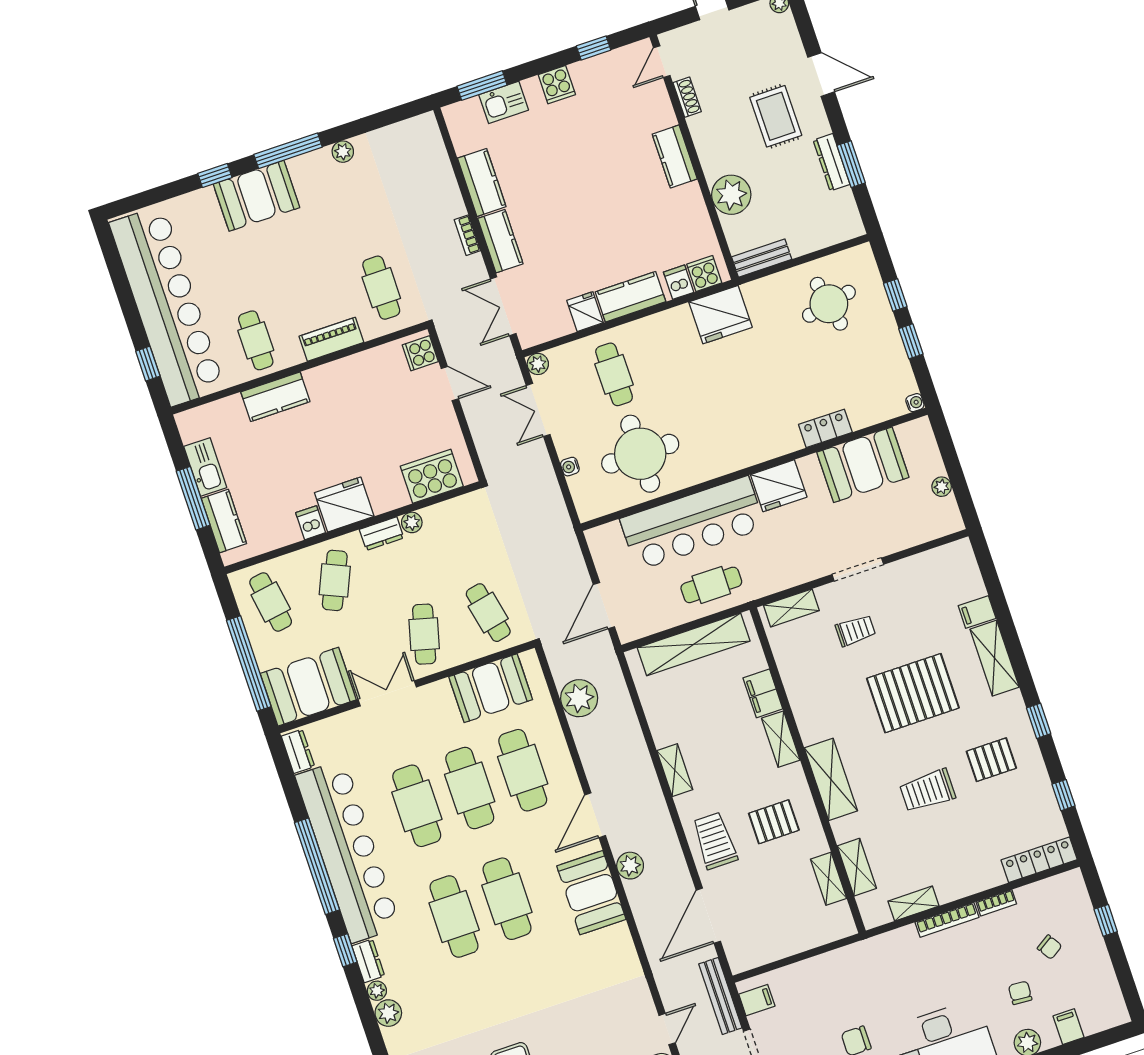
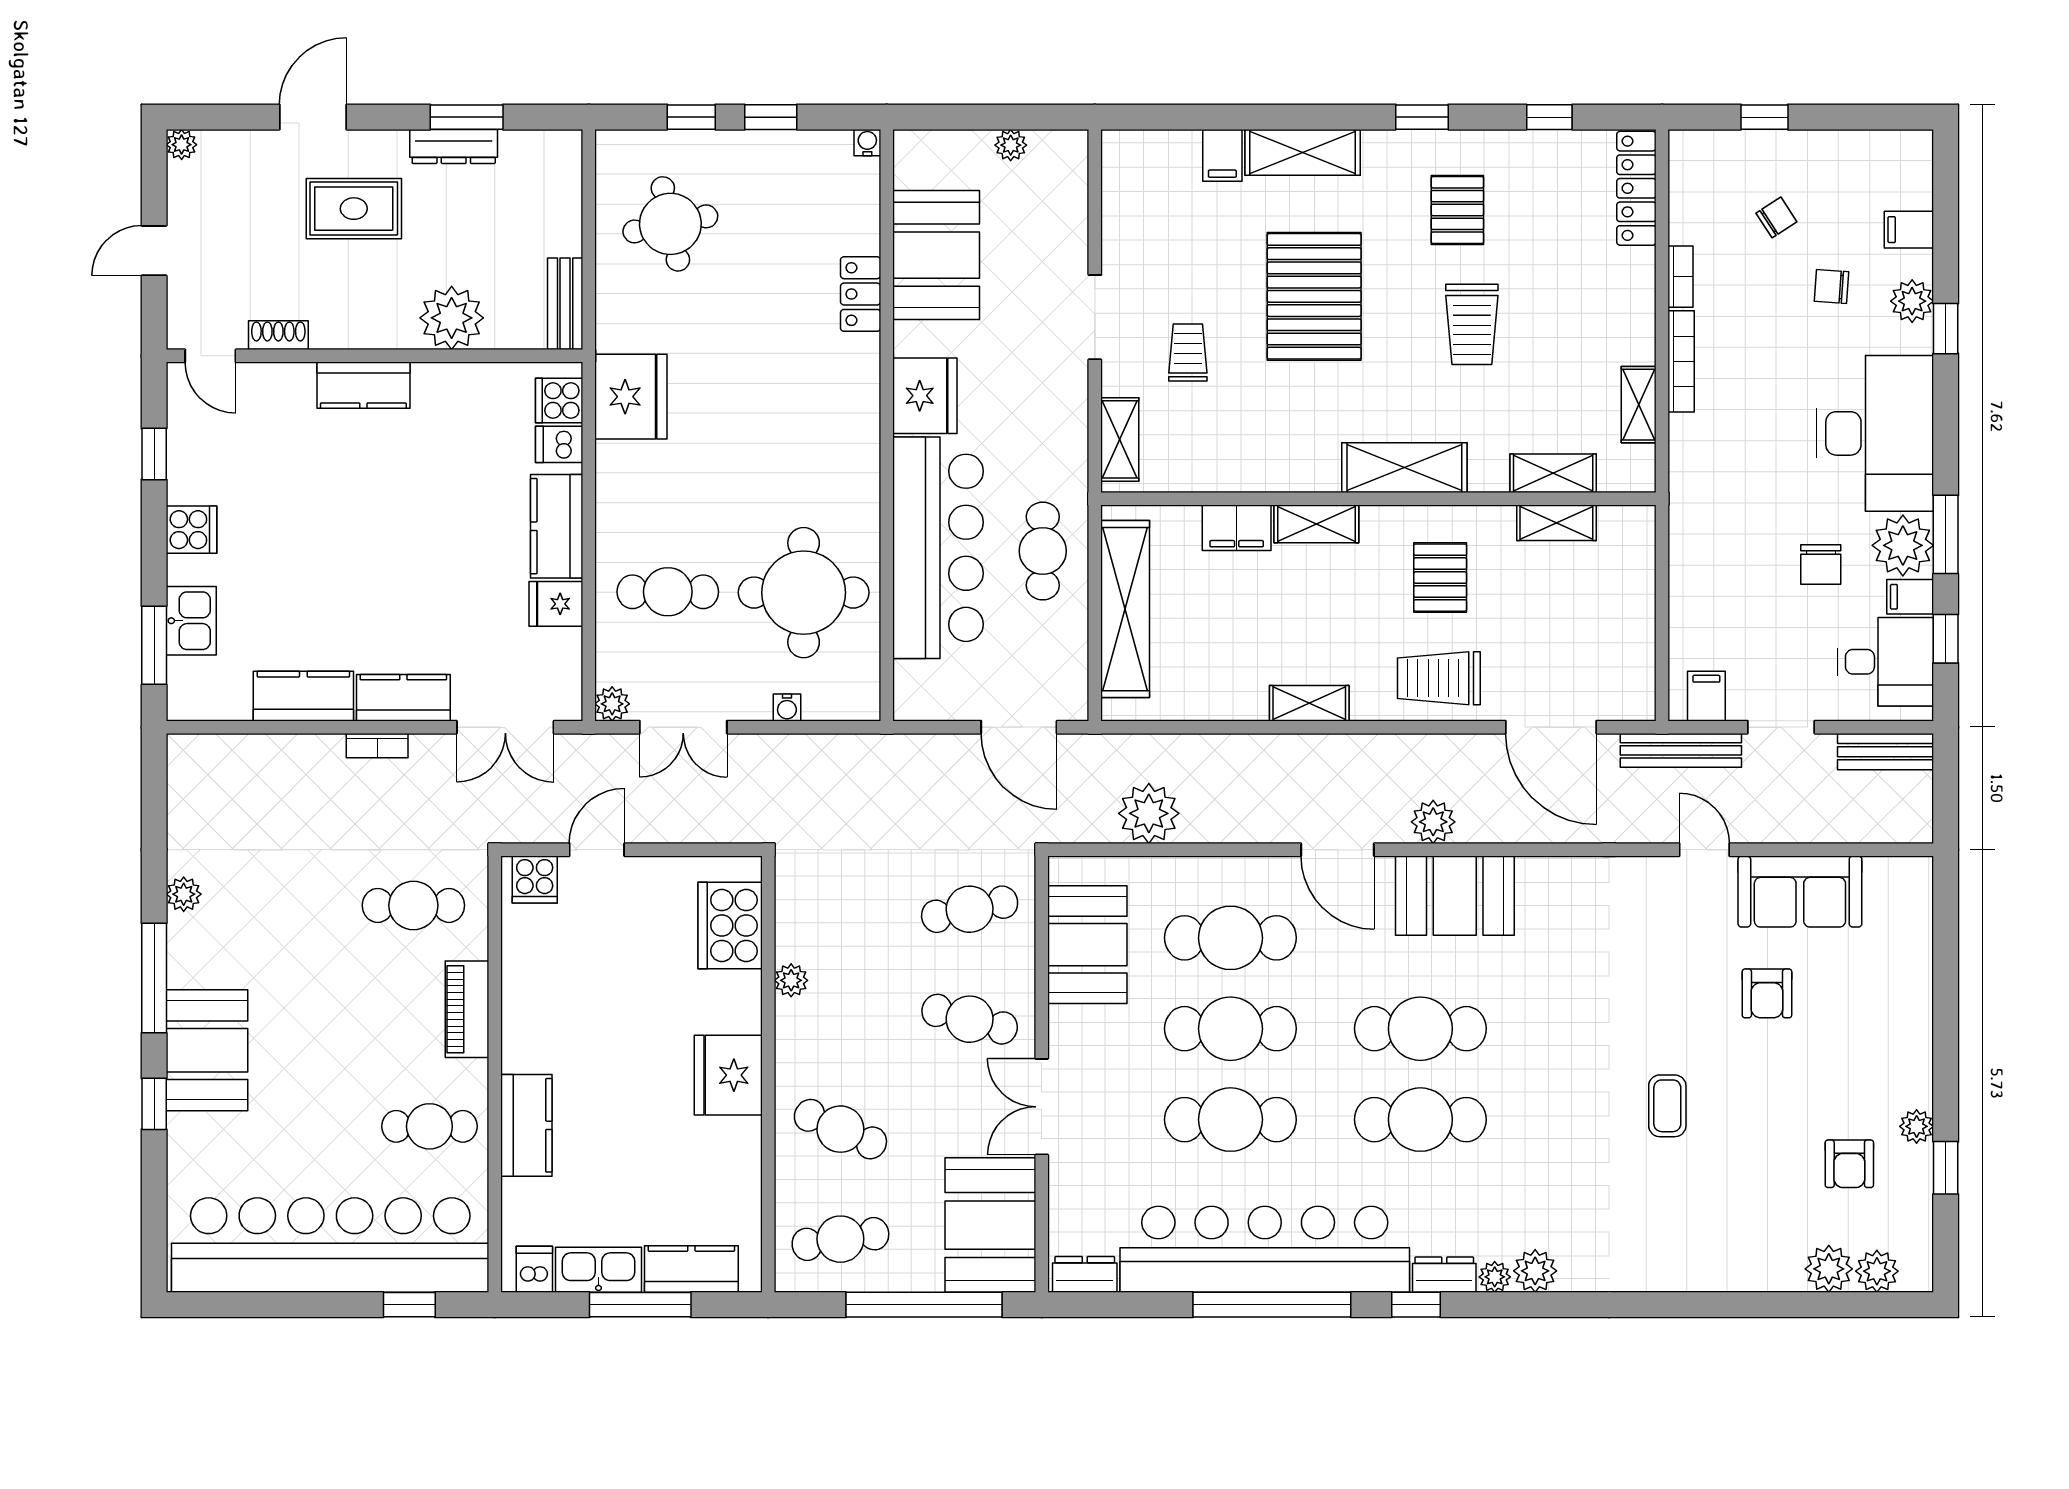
dishwasher: (311, 523) -> (534, 1269), moved, turned 90
dresser: (382, 534) -> (793, 1033), removed

